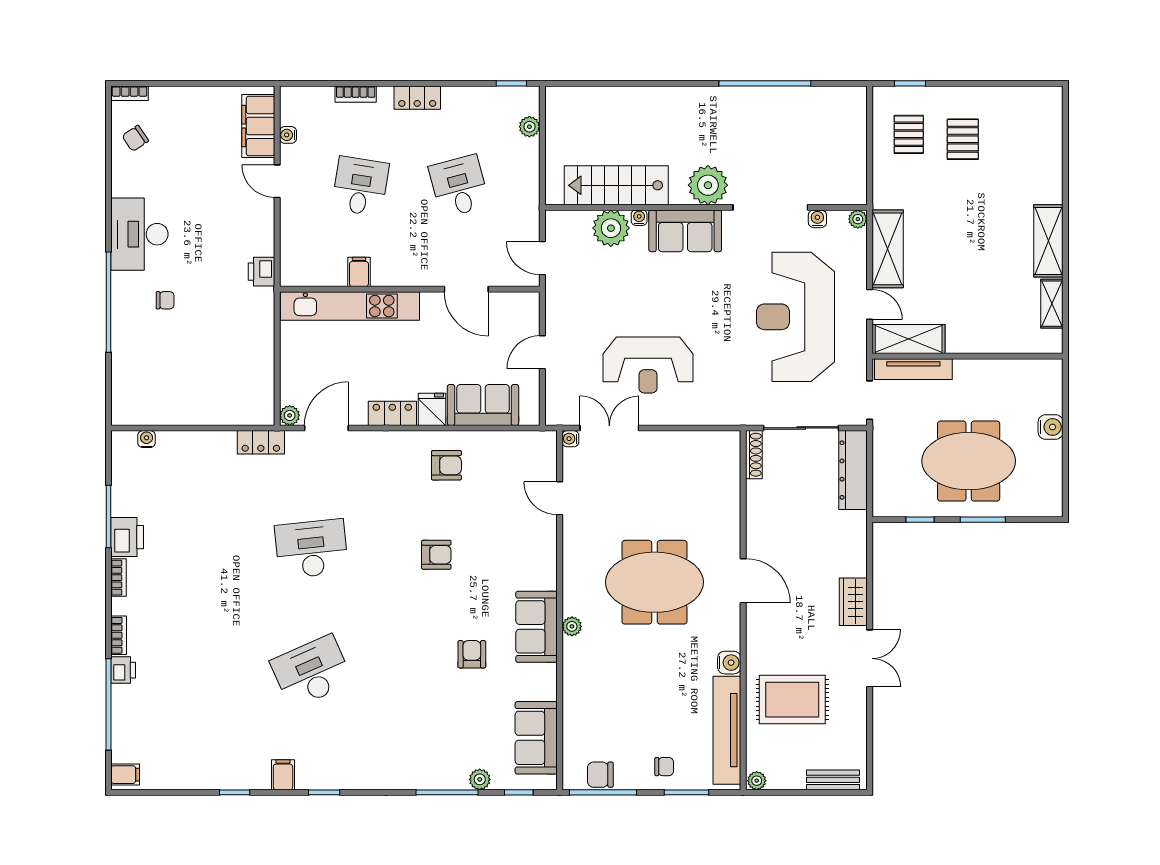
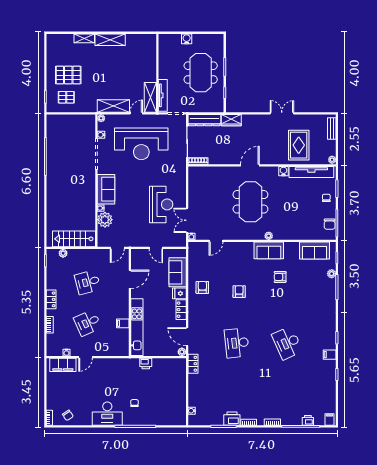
pallet: (963, 139) -> (68, 75), width x1.50, depth x1.42
stairs: (616, 185) -> (74, 239), moved, turned 90
plant: (708, 185) -> (87, 180), removed
desk: (360, 186) -> (88, 323), turned -33
printer: (262, 272) -> (146, 363), moved
shelving: (1052, 304) -> (84, 38), moved
wardrobe: (853, 602) -> (231, 120), moved
printer: (123, 670) -> (308, 420), moved

